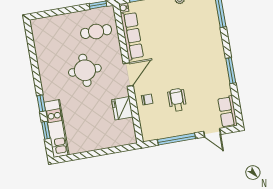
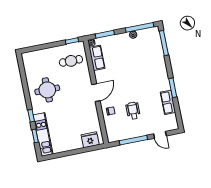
row of seats: (132, 36) -> (97, 58), width x0.68
round table: (85, 70) -> (47, 90), moved
fridge: (122, 108) -> (90, 140), moved, turned 90
row of seats: (228, 112) -> (168, 102), moved

